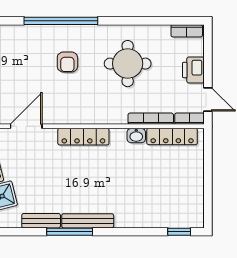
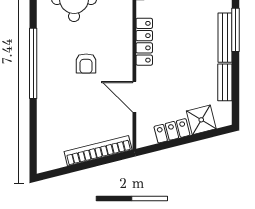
armchair: (67, 62) -> (86, 64), moved, turned 90
window: (70, 232) -> (236, 30), moved

